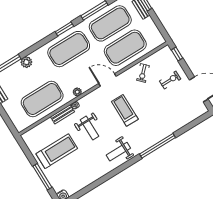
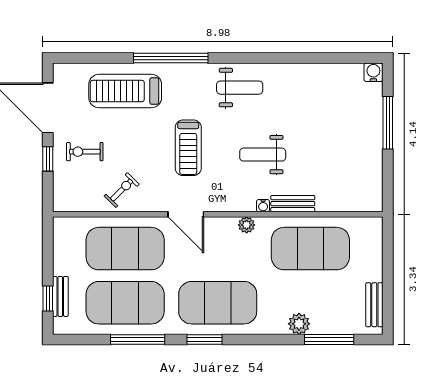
window: (177, 54) -> (48, 159), moved
weight bench: (90, 128) -> (263, 155), turned -90
treadmill: (57, 151) -> (125, 91), moved

